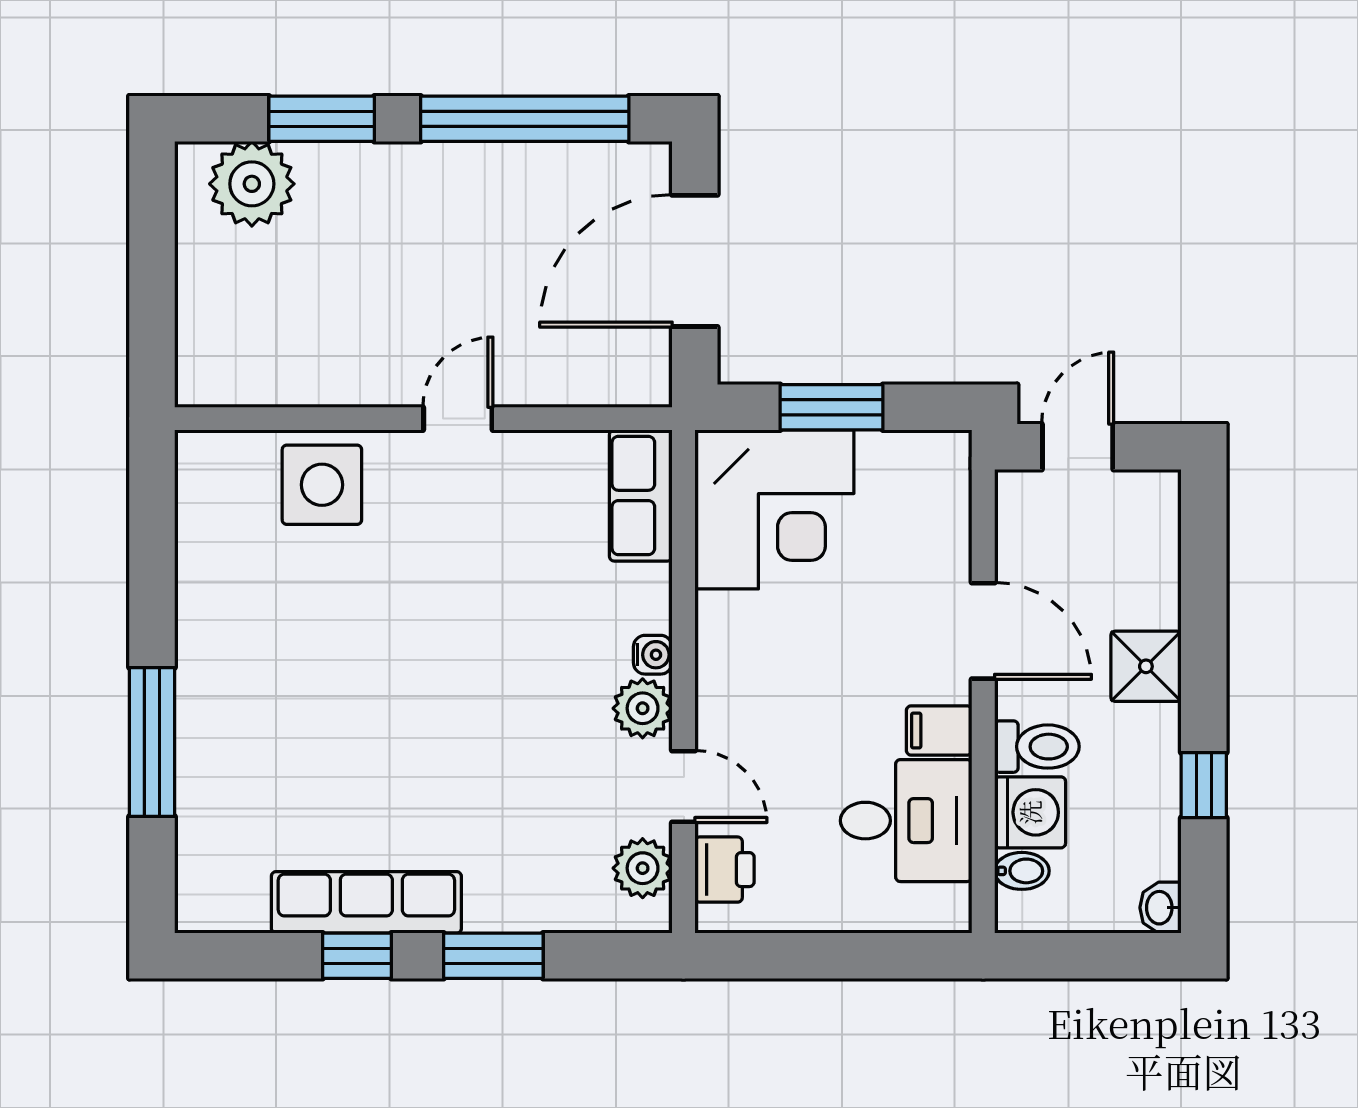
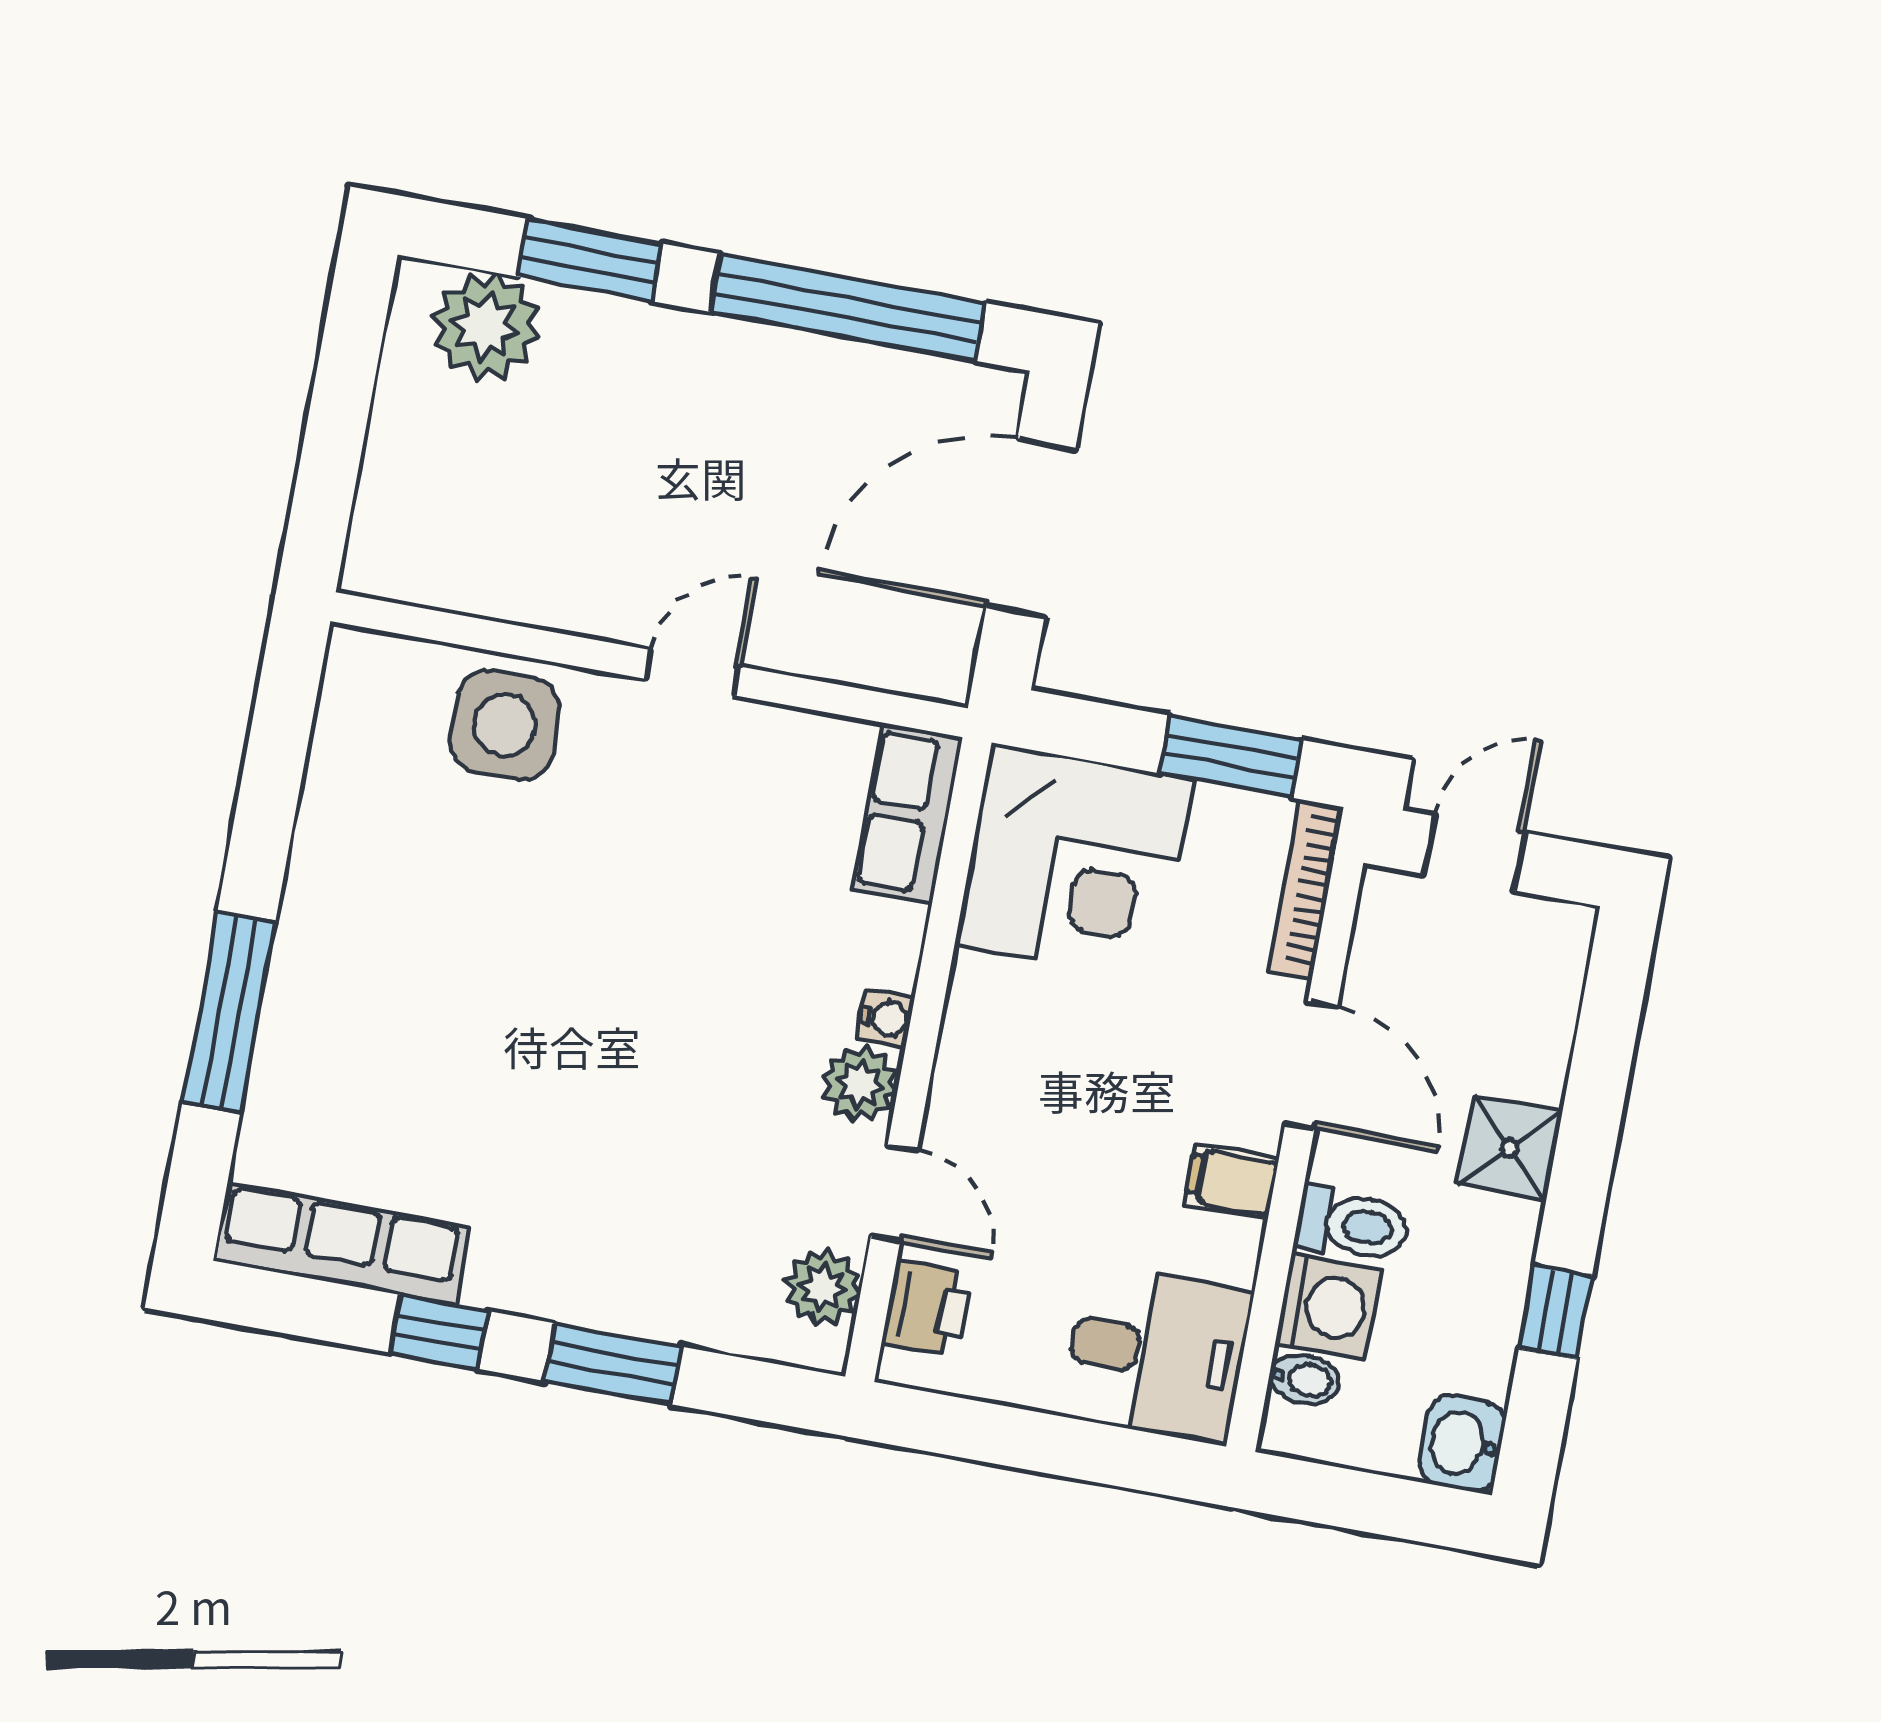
window: (831, 407) -> (1230, 757), moved
bookcase: (955, 498) -> (1306, 889), added
desk: (906, 821) -> (1157, 1354), moved
row of seats: (366, 902) -> (341, 1244), moved
washbasin: (1161, 908) -> (1462, 1444), width x1.38, depth x1.45

